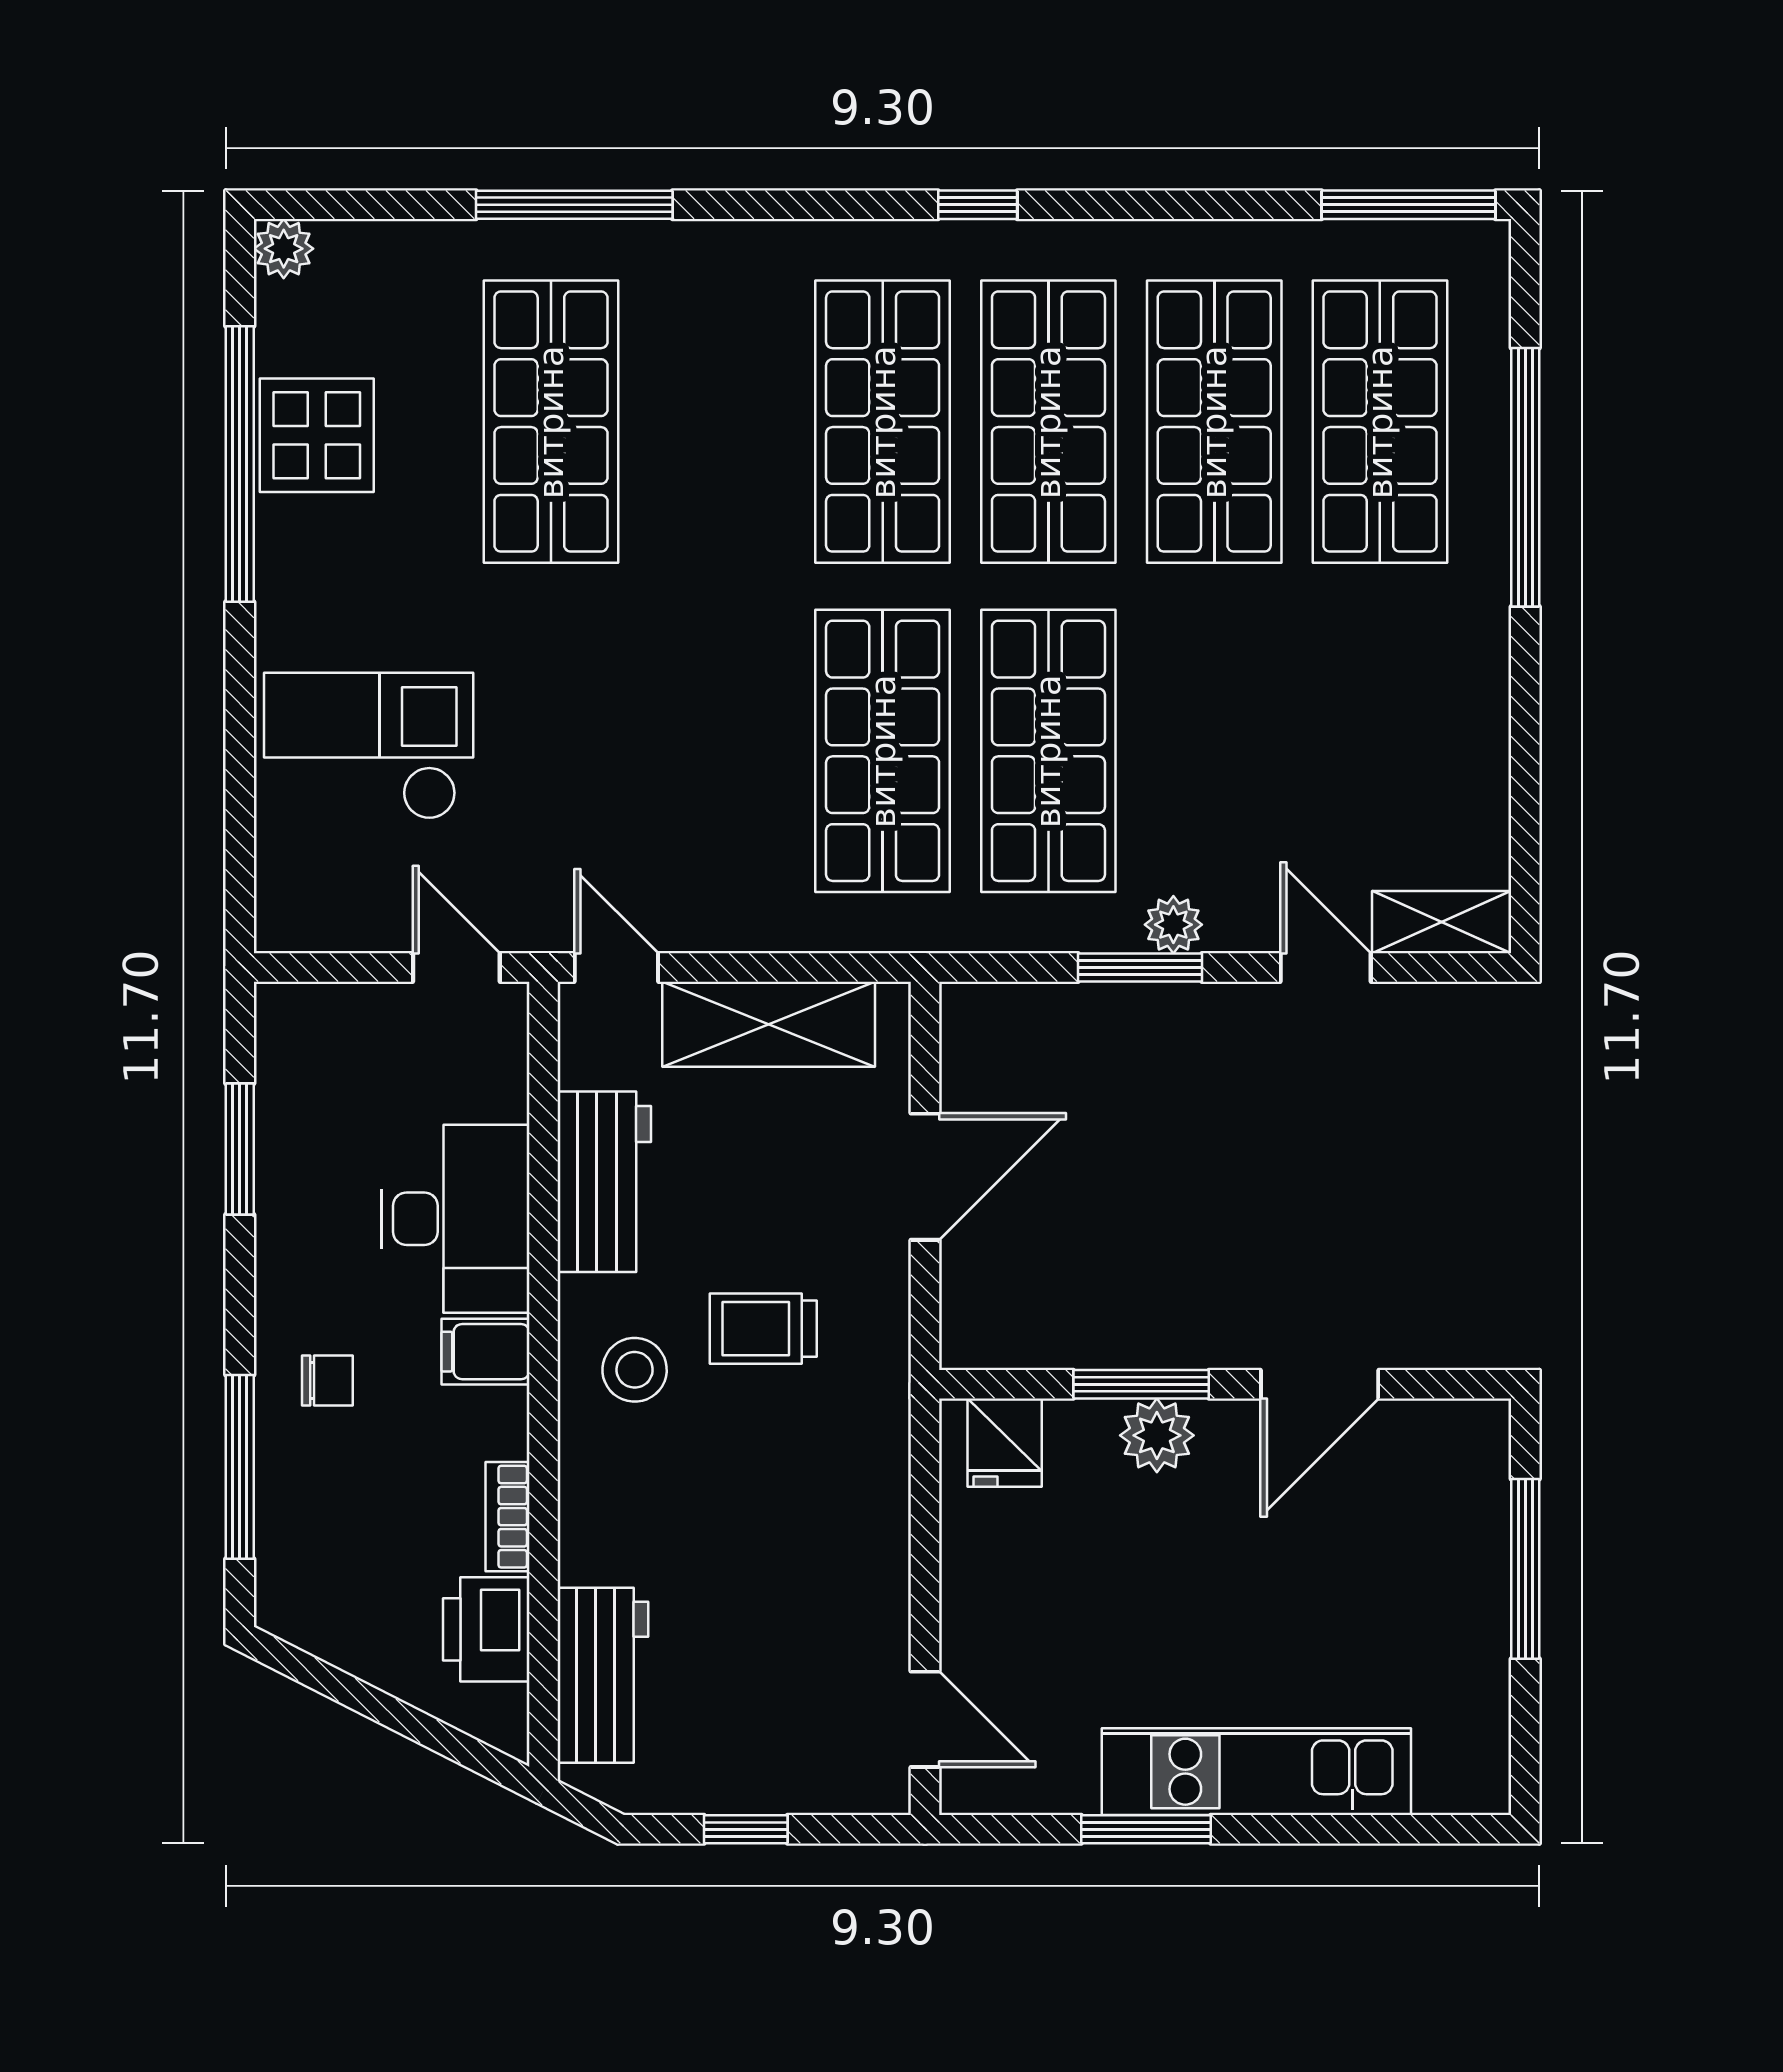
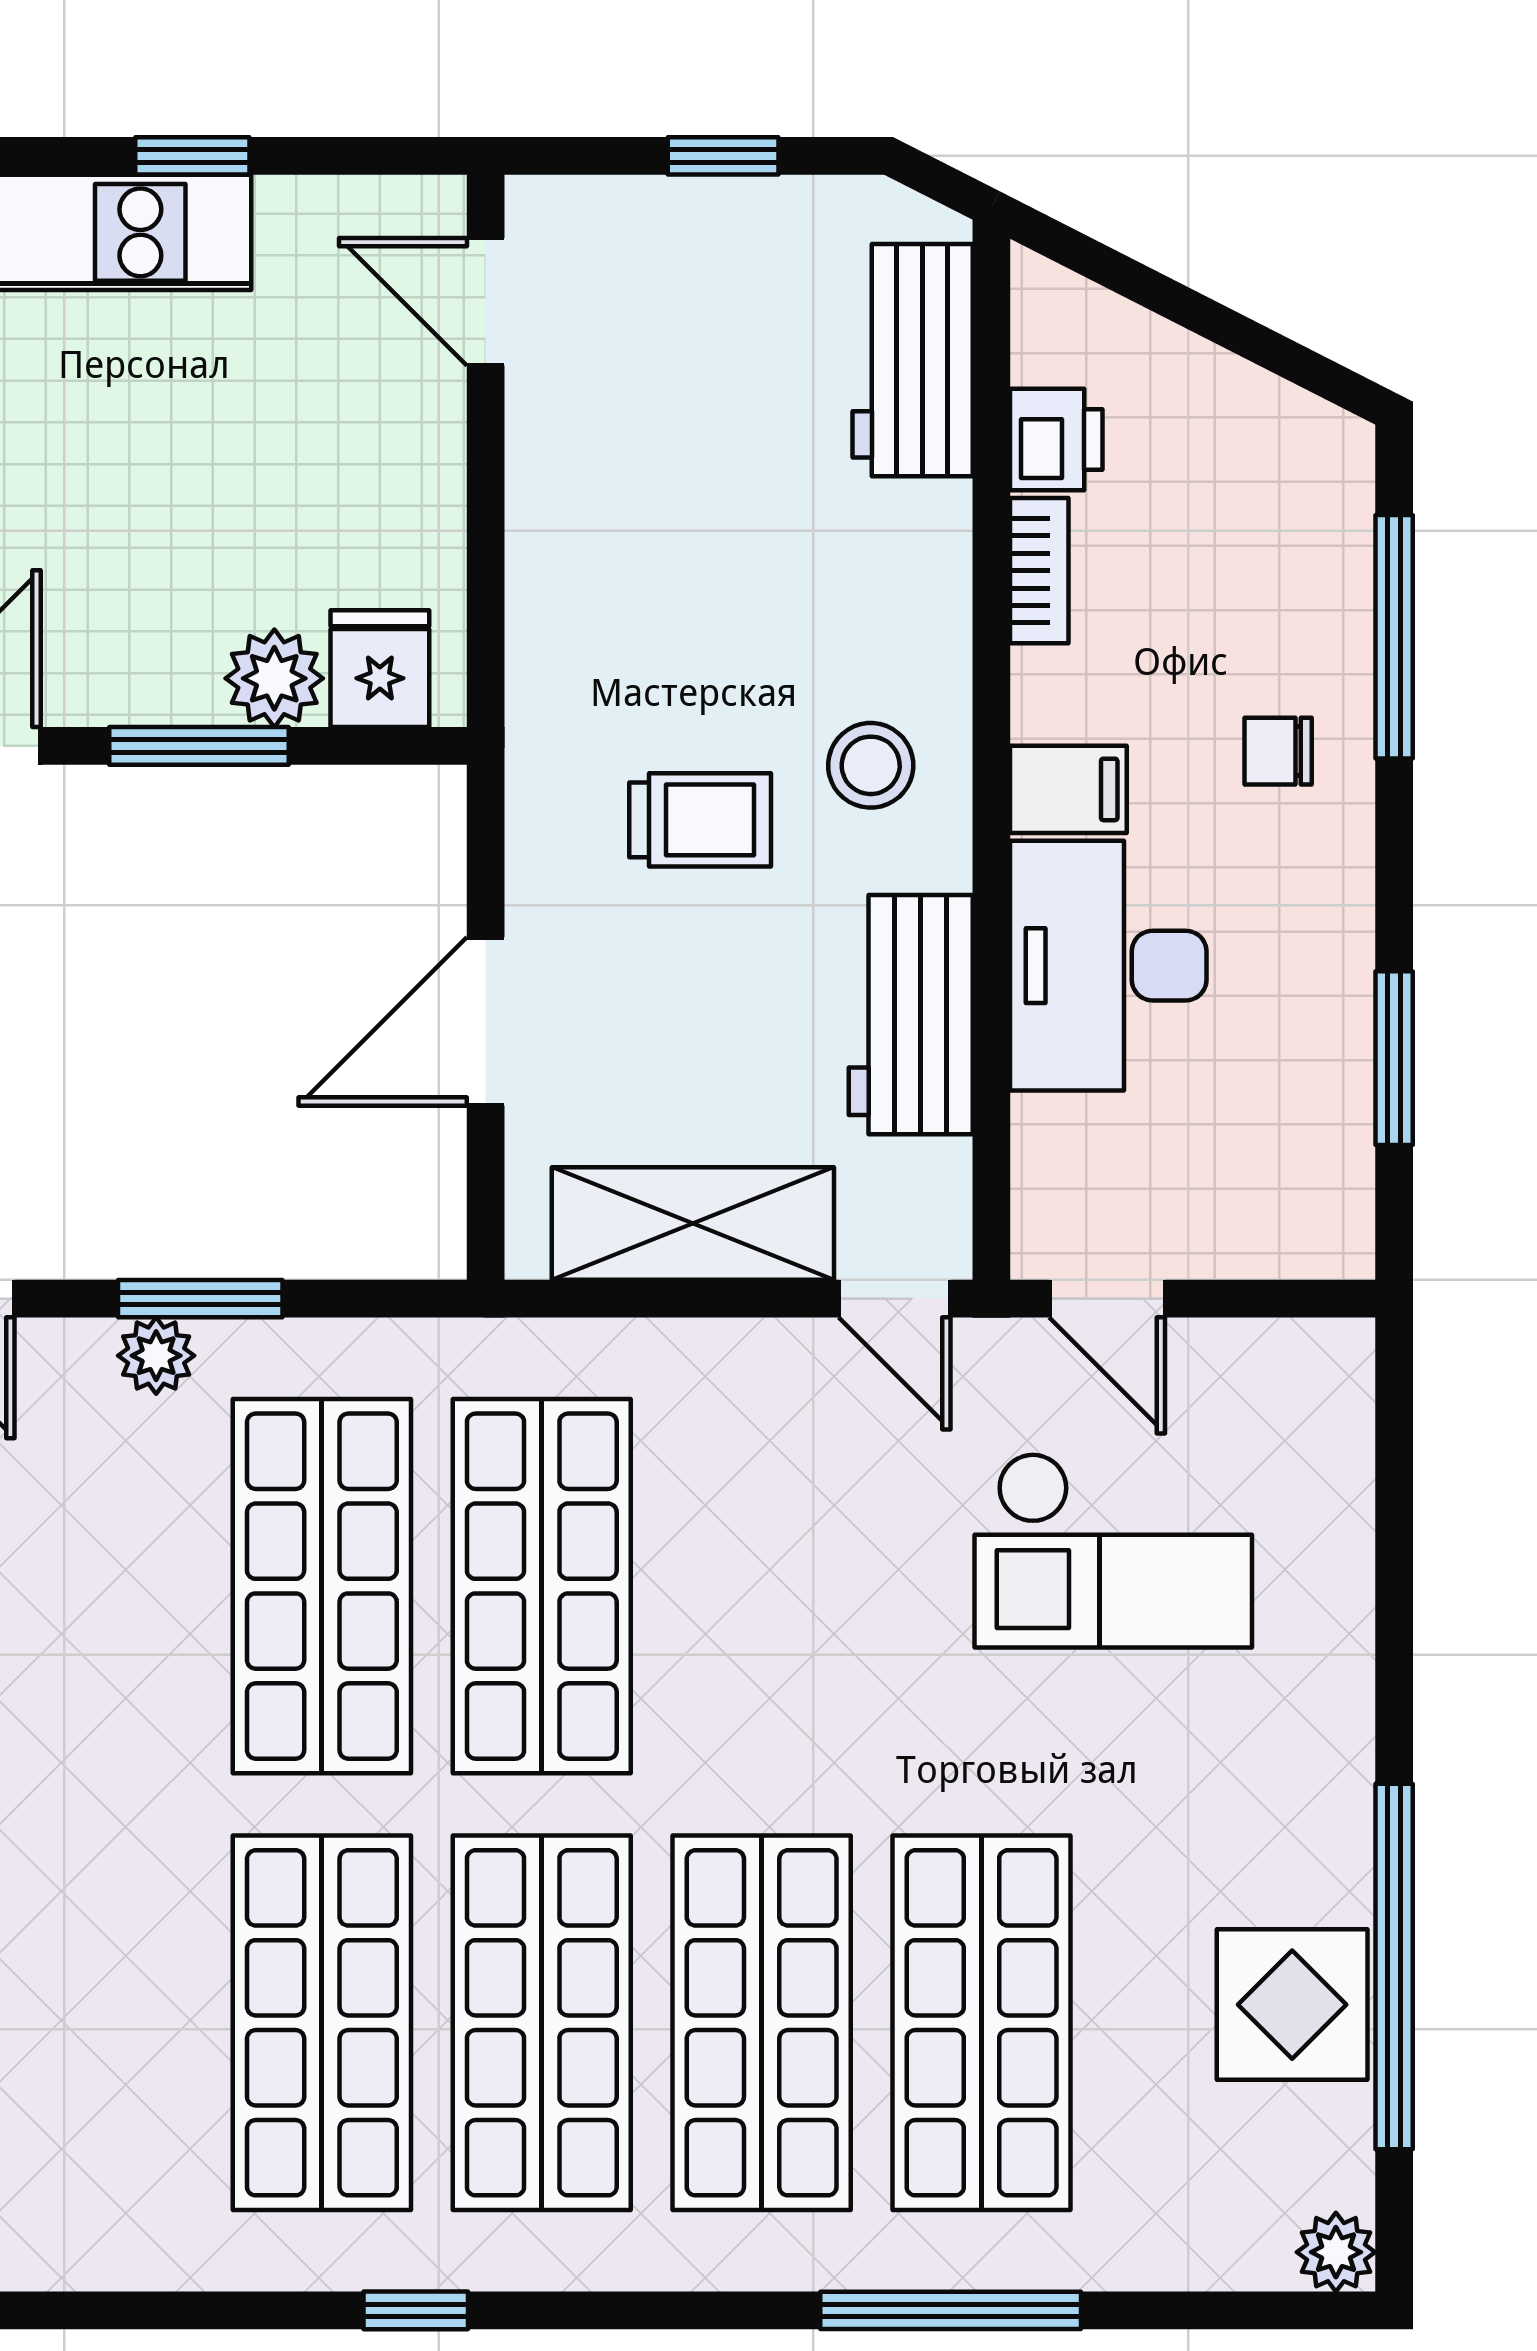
shop shelf: (1214, 422) -> (762, 2023), moved
checkout: (369, 746) -> (1113, 1550), moved
plant: (1157, 1435) -> (274, 678), moved
printer: (486, 1629) -> (1056, 440), width x0.73, depth x0.81
window: (1146, 1829) -> (192, 156), width x0.67

